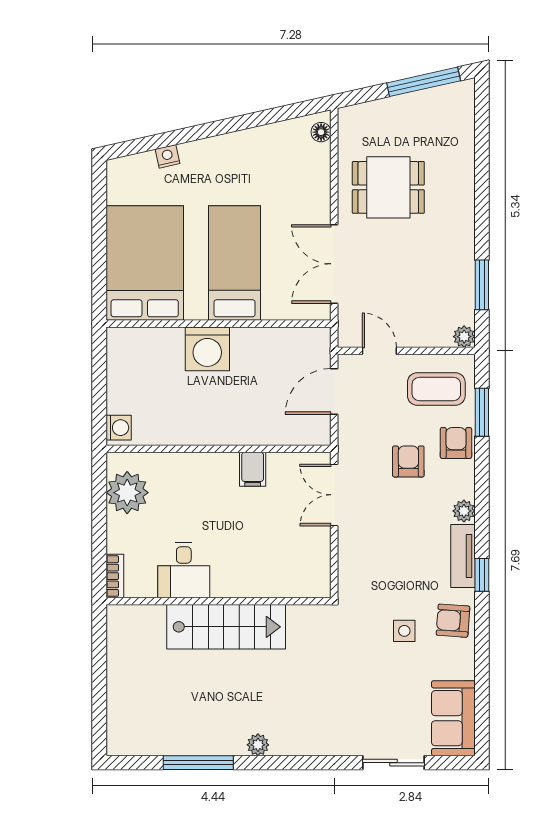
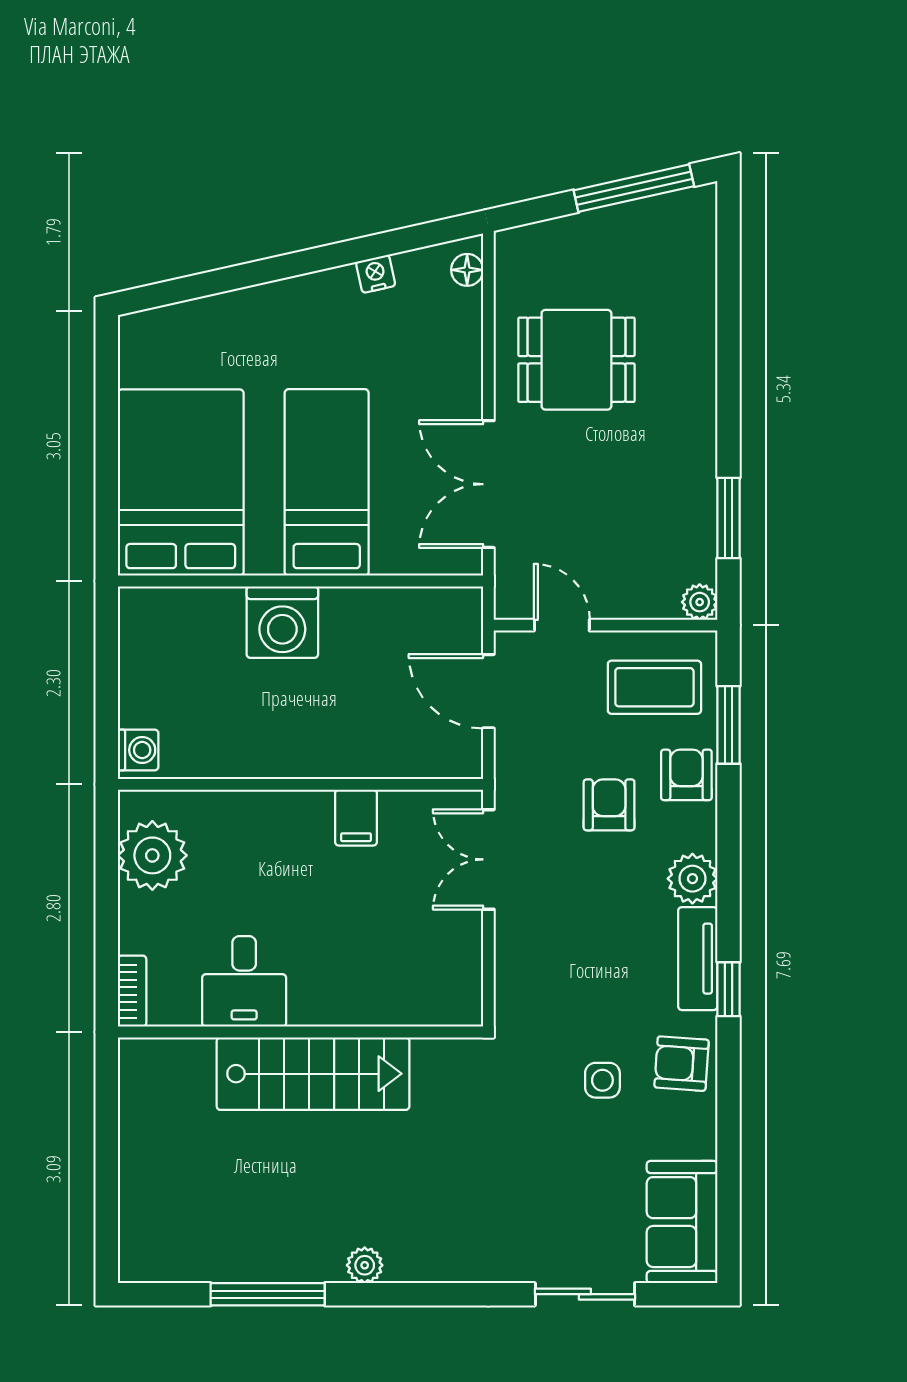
nightstand: (168, 156) -> (376, 274), moved
door: (334, 391) -> (488, 691), hinge flipped
plant: (464, 511) -> (692, 879), width x1.38, depth x1.38

